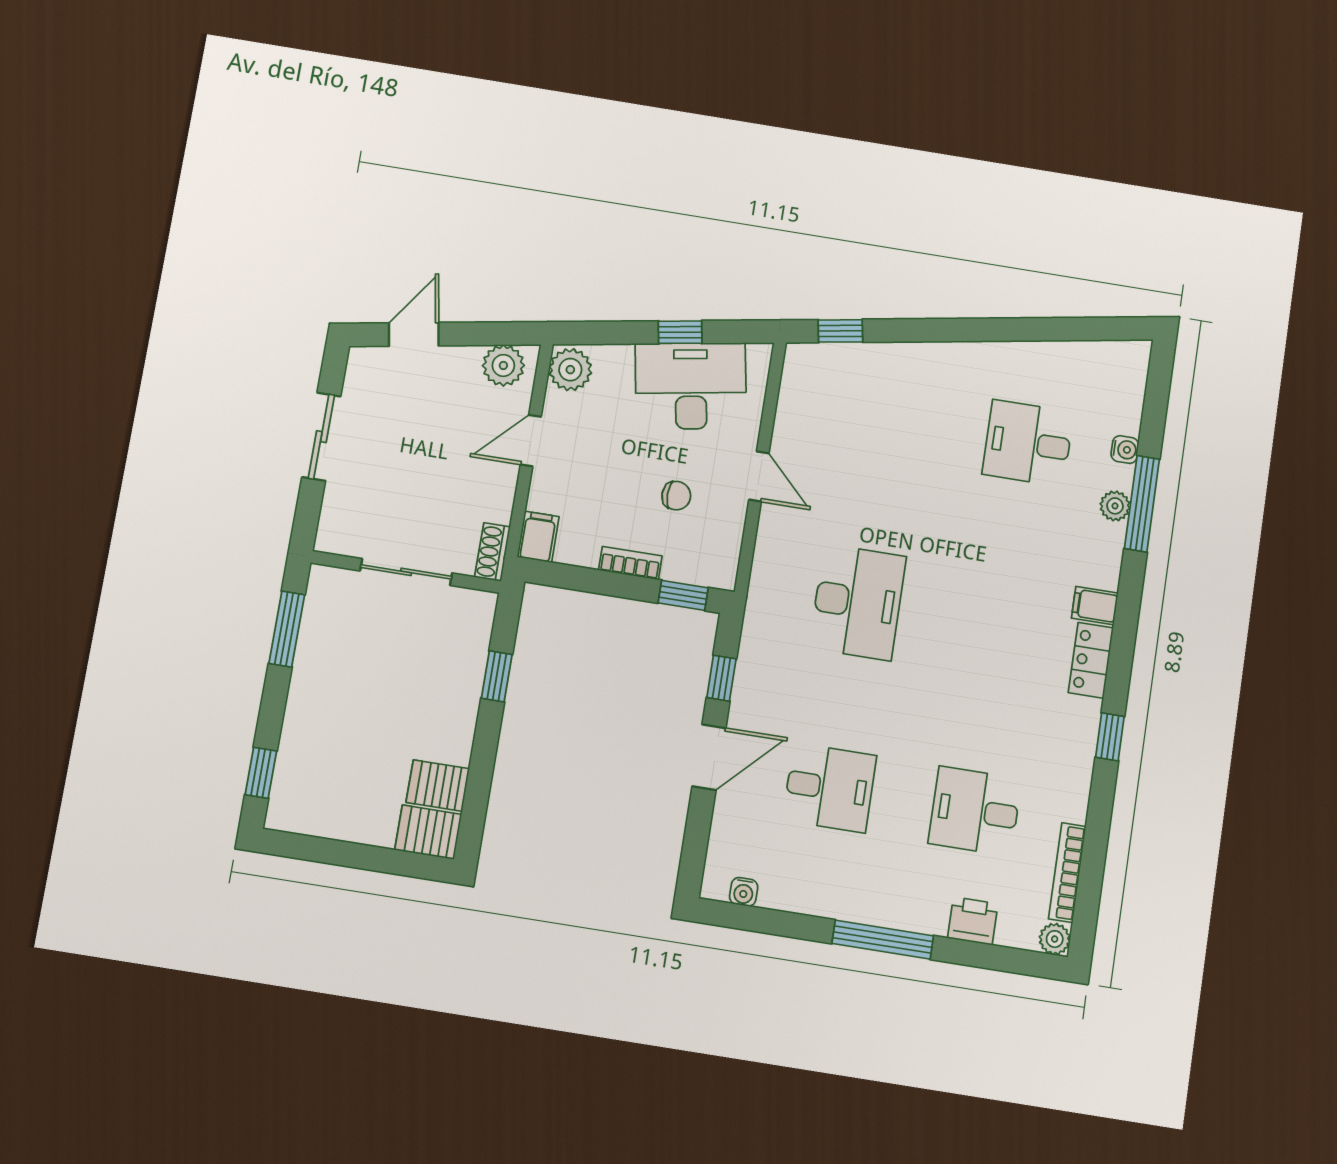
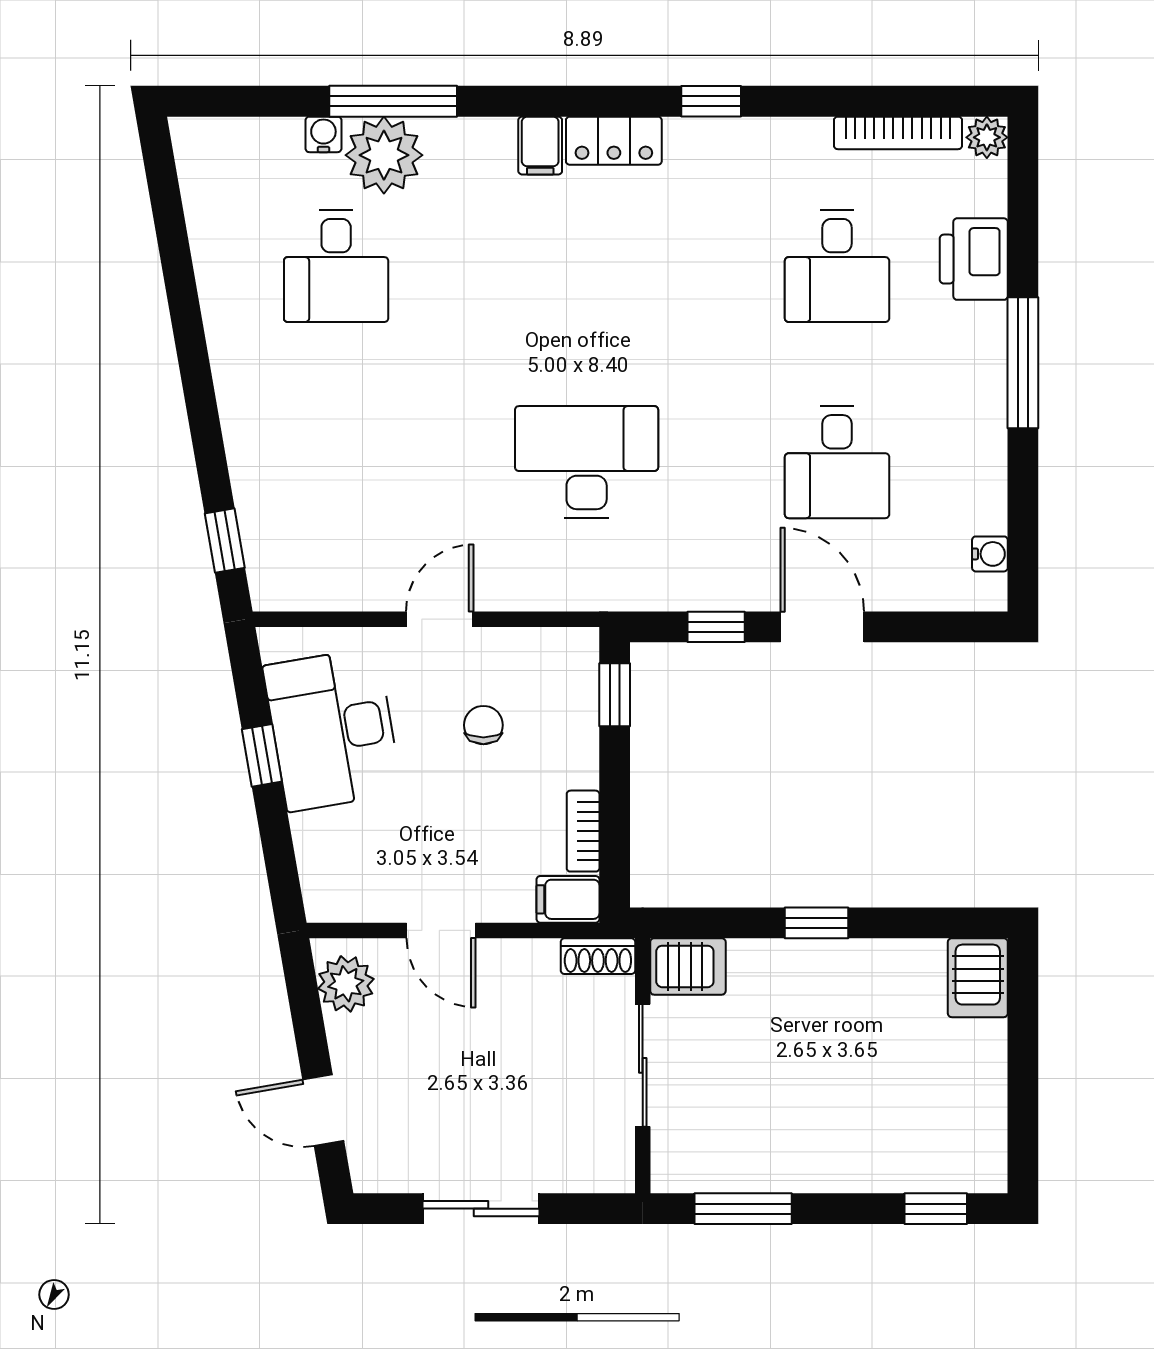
plant: (570, 370) -> (337, 894), removed
plant: (1115, 506) -> (384, 155), width x1.87, depth x1.87
bookcase: (630, 563) -> (583, 831), moved
window: (497, 676) -> (817, 923), moved
server rack: (438, 786) -> (688, 966), moved, turned -90
desk: (830, 788) -> (837, 462), turned 180
printer: (973, 921) -> (974, 259), width x1.36, depth x1.24

